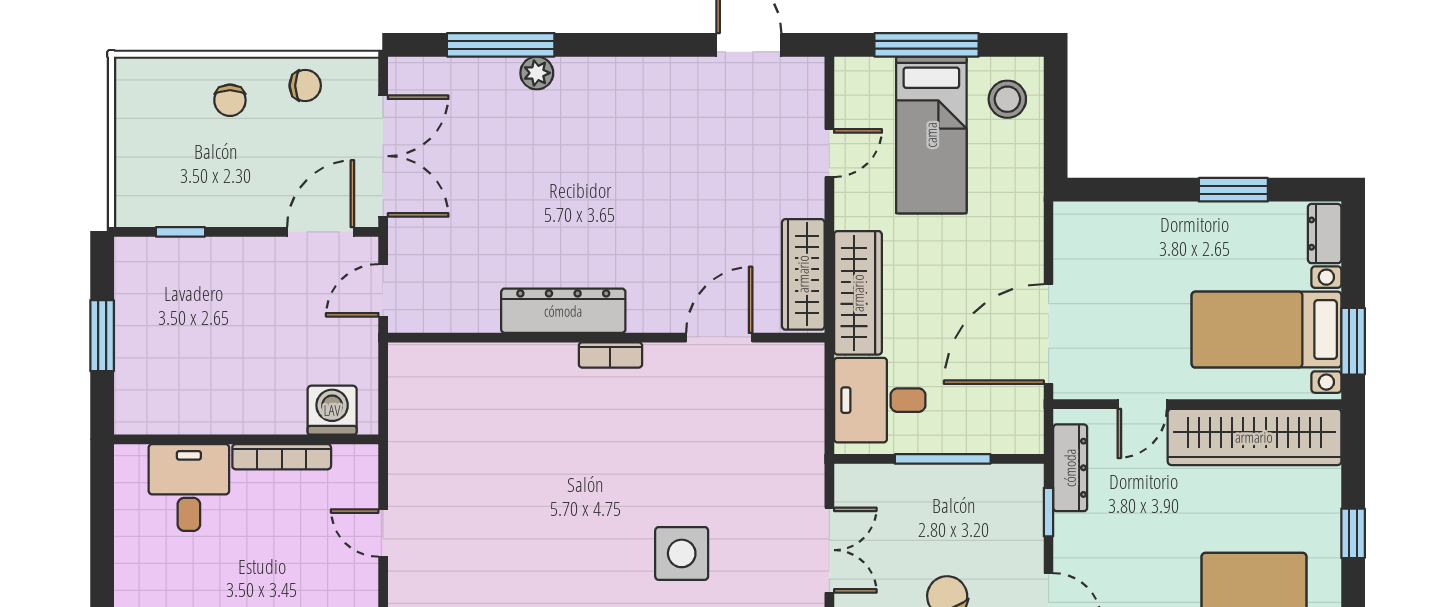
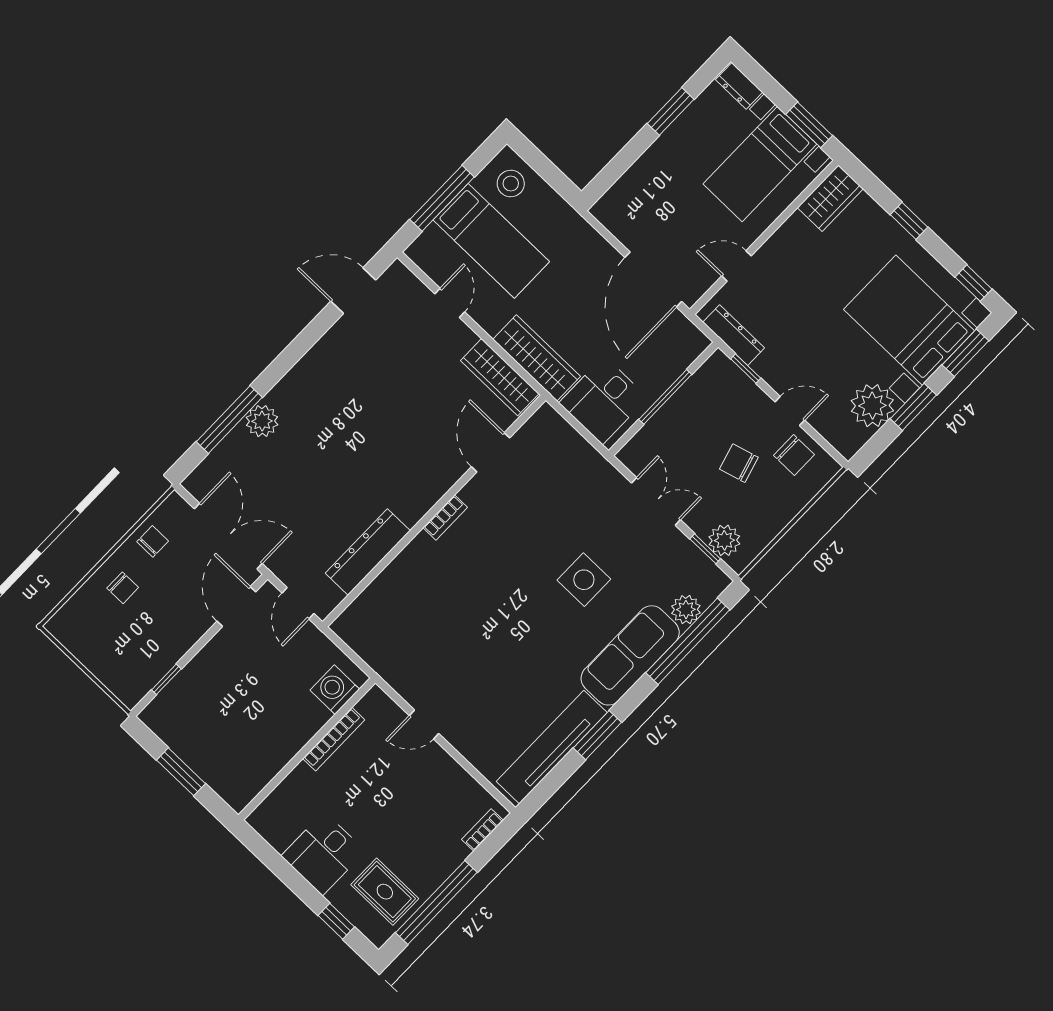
plant: (537, 73) -> (262, 421), width x1.38, depth x1.38
dresser: (563, 311) -> (368, 552), moved
door: (1142, 404) -> (736, 266), swing flipped
wardrobe: (1254, 437) -> (830, 198), width x0.48, depth x0.85
desk: (189, 487) -> (323, 853), moved, turned -90

